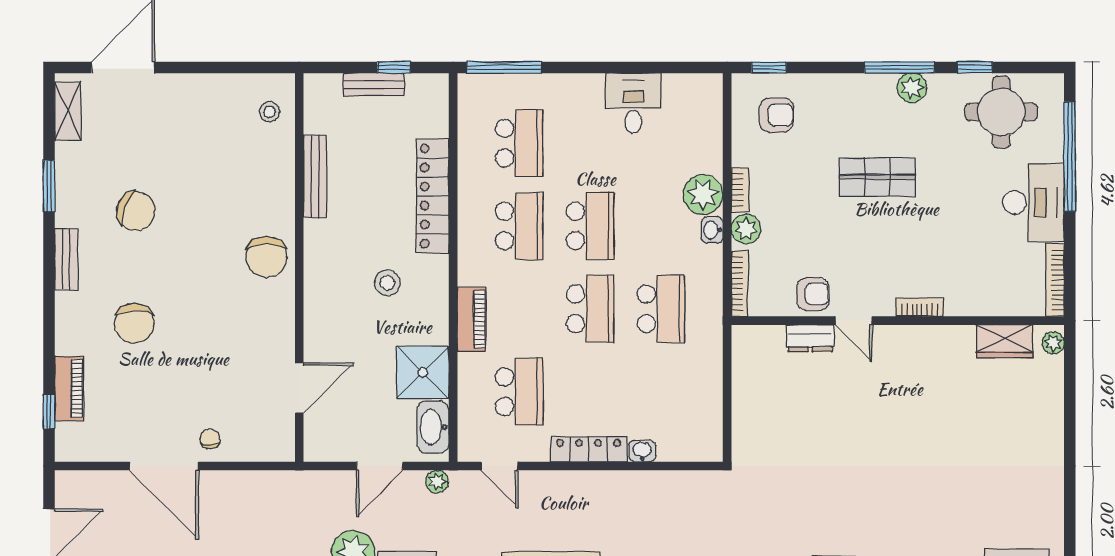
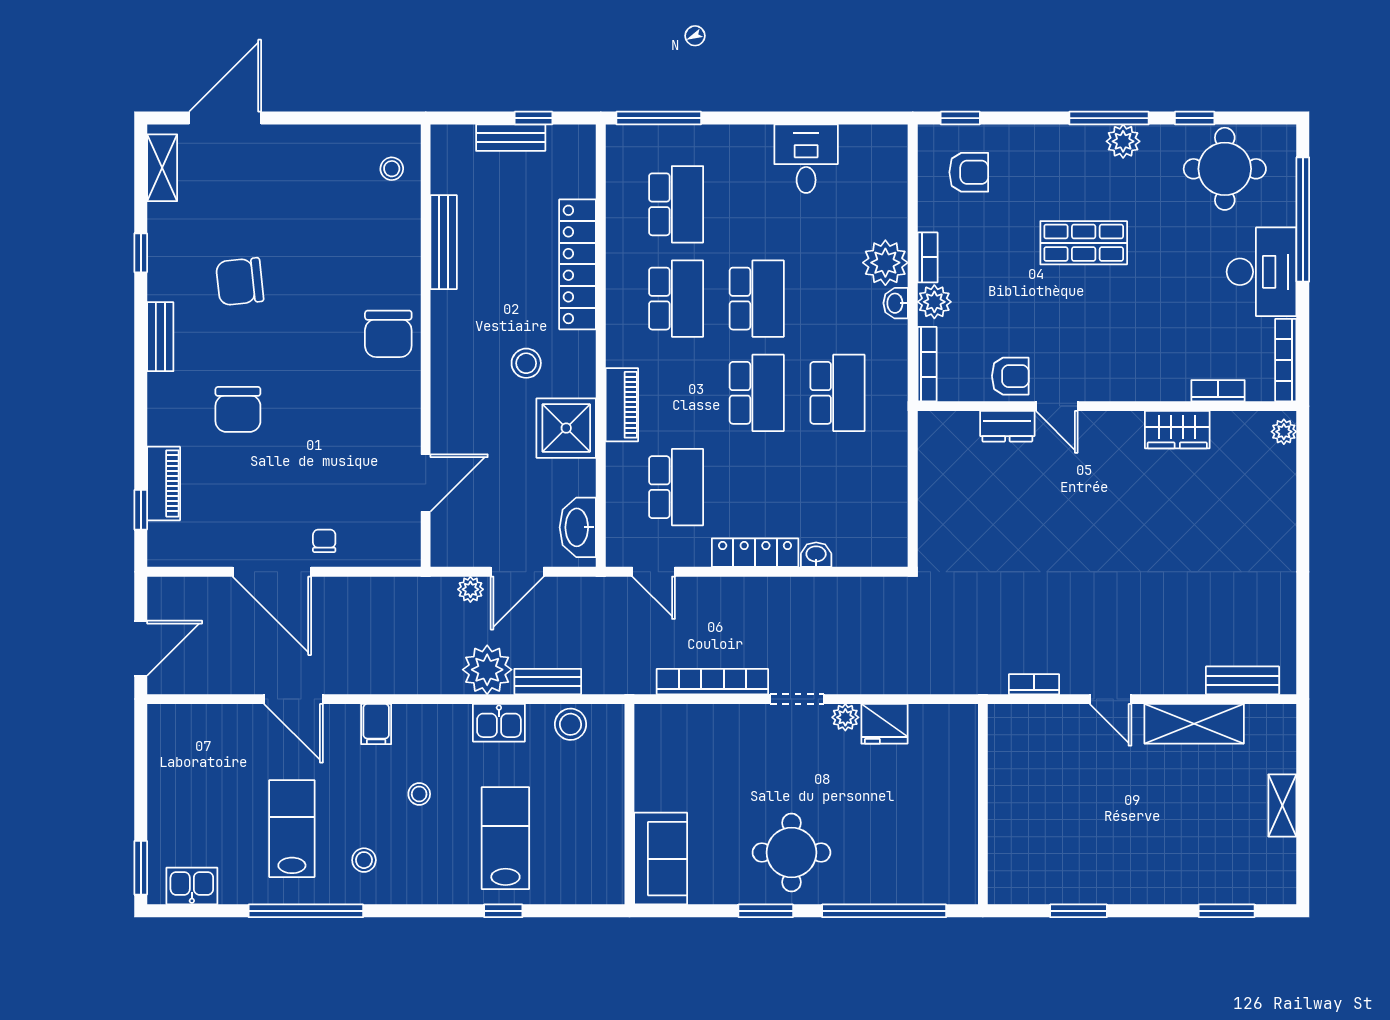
window: (49, 186) -> (141, 253), width x0.67
chair: (136, 211) -> (240, 282), turned 152
bookcase: (920, 307) -> (1218, 391), moved
wardrobe: (1004, 341) -> (1177, 430), moved
shower: (423, 373) -> (566, 428), moved
plant: (437, 481) -> (470, 589), moved

